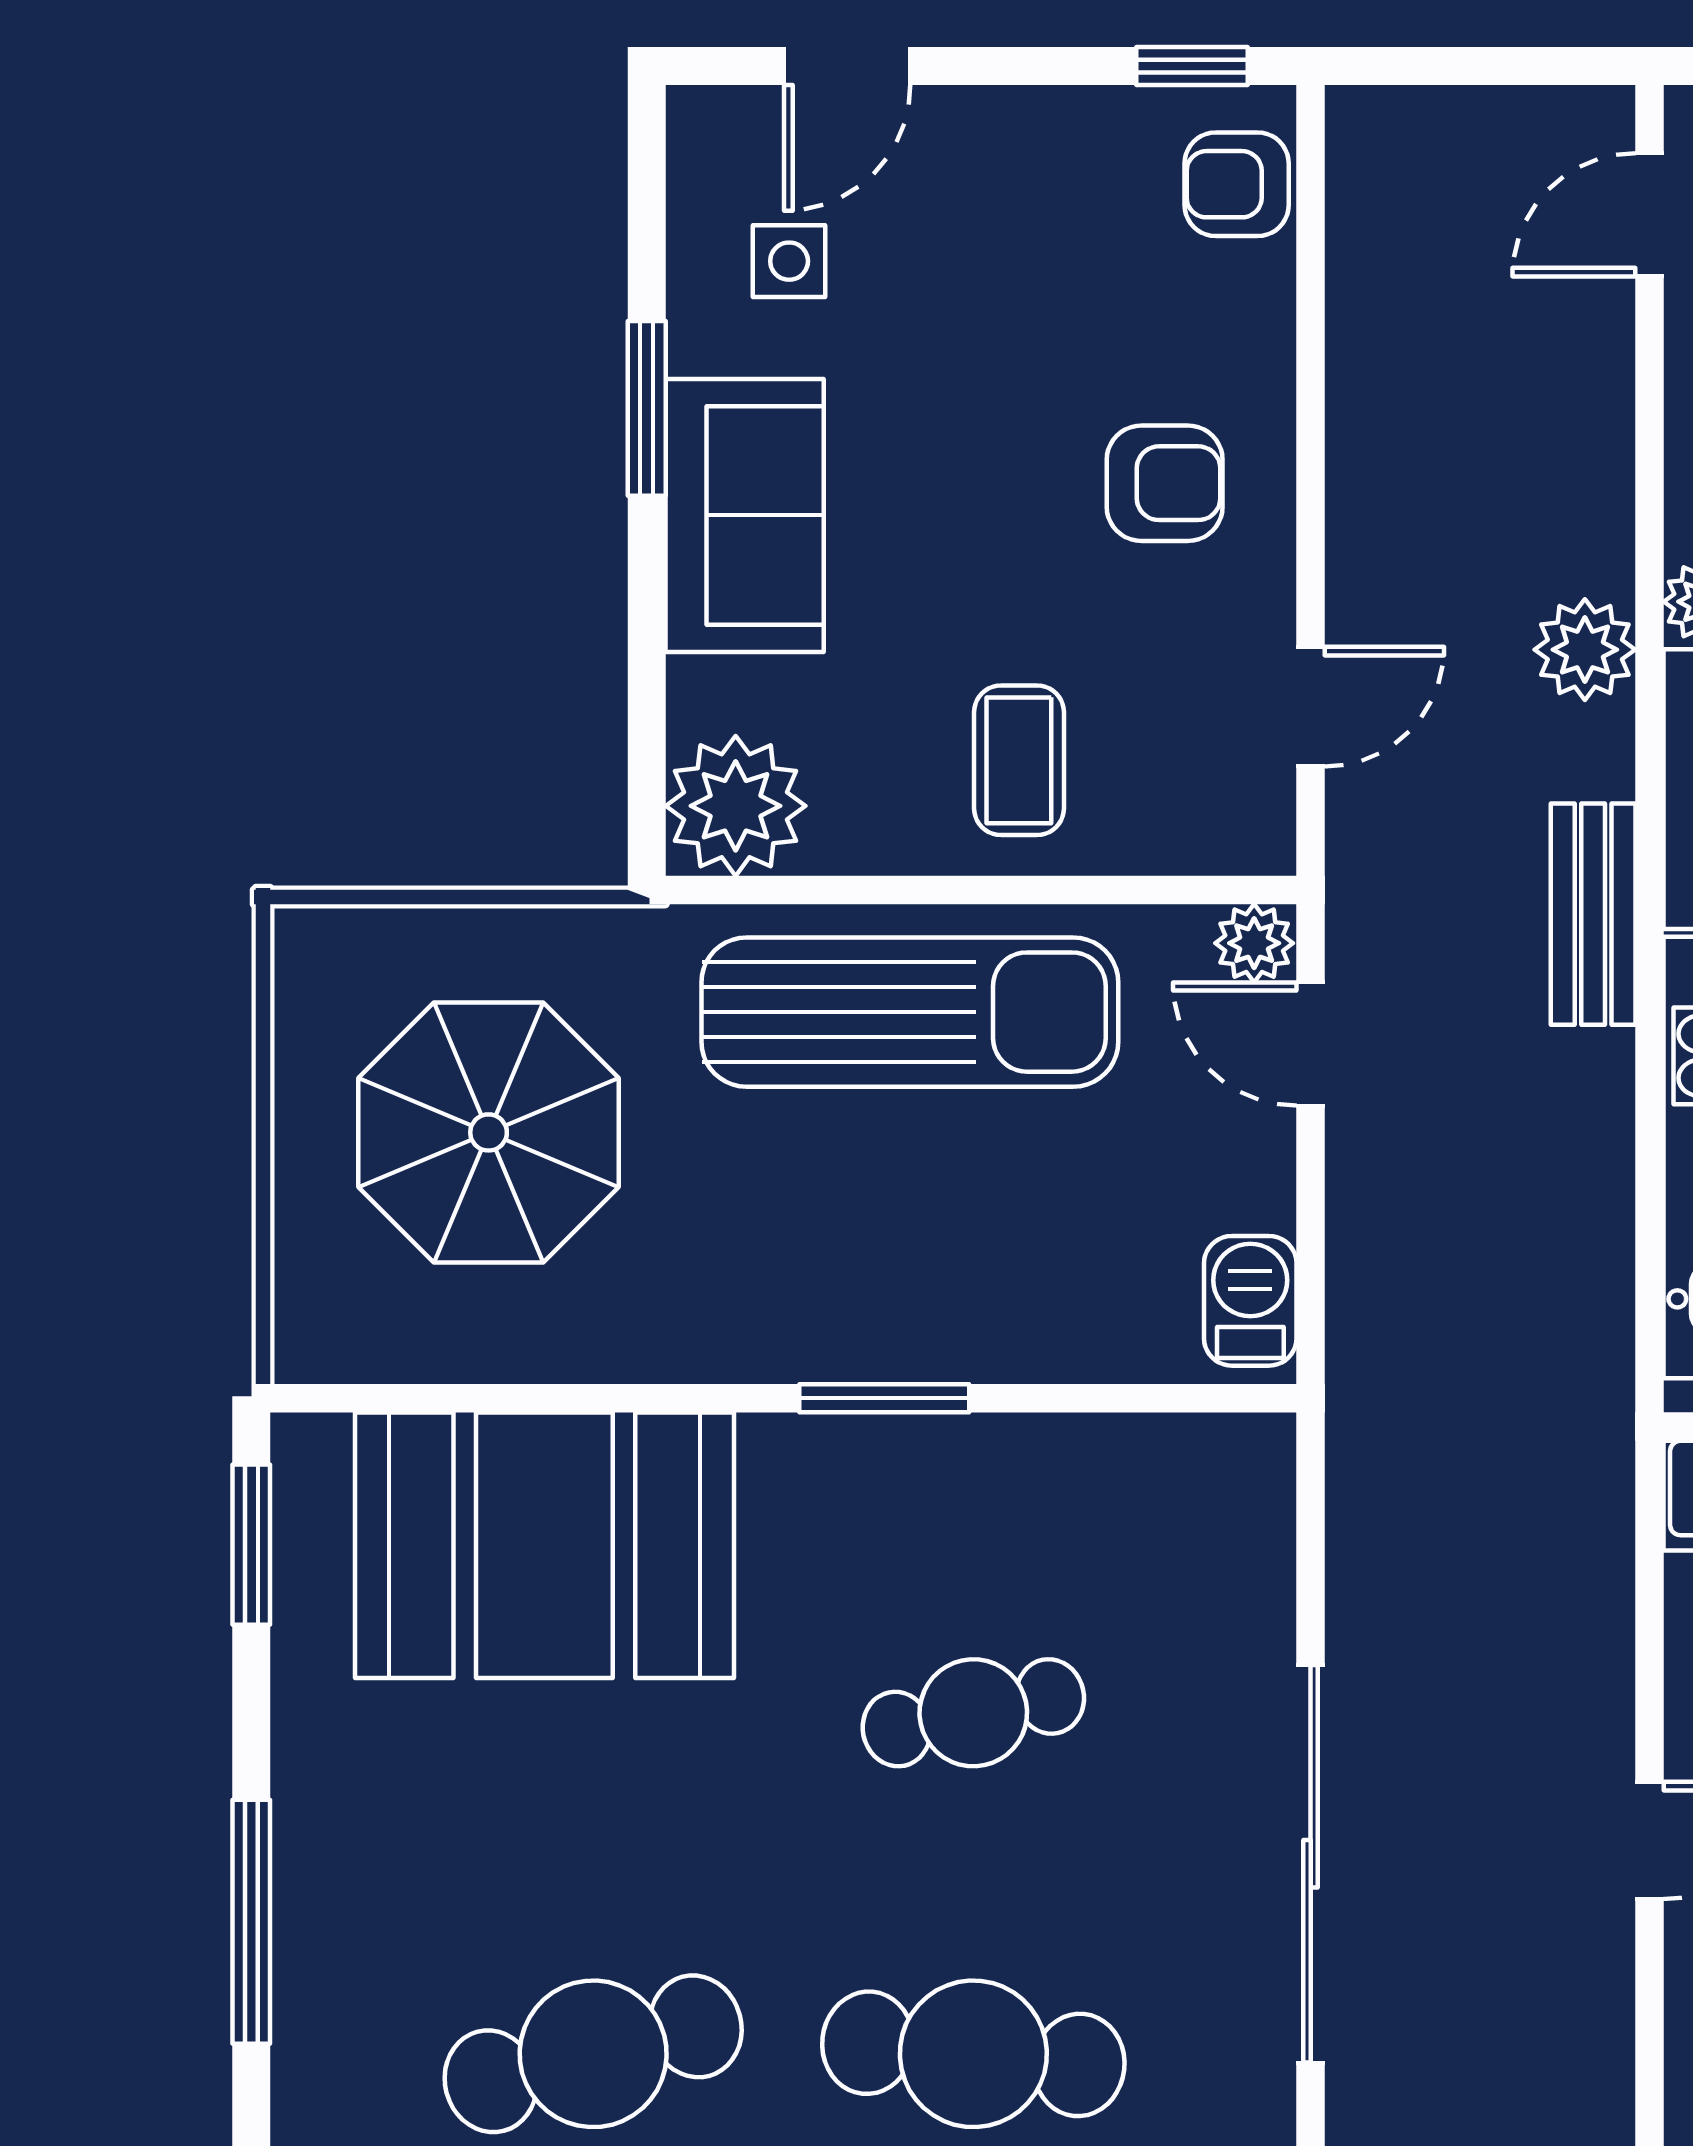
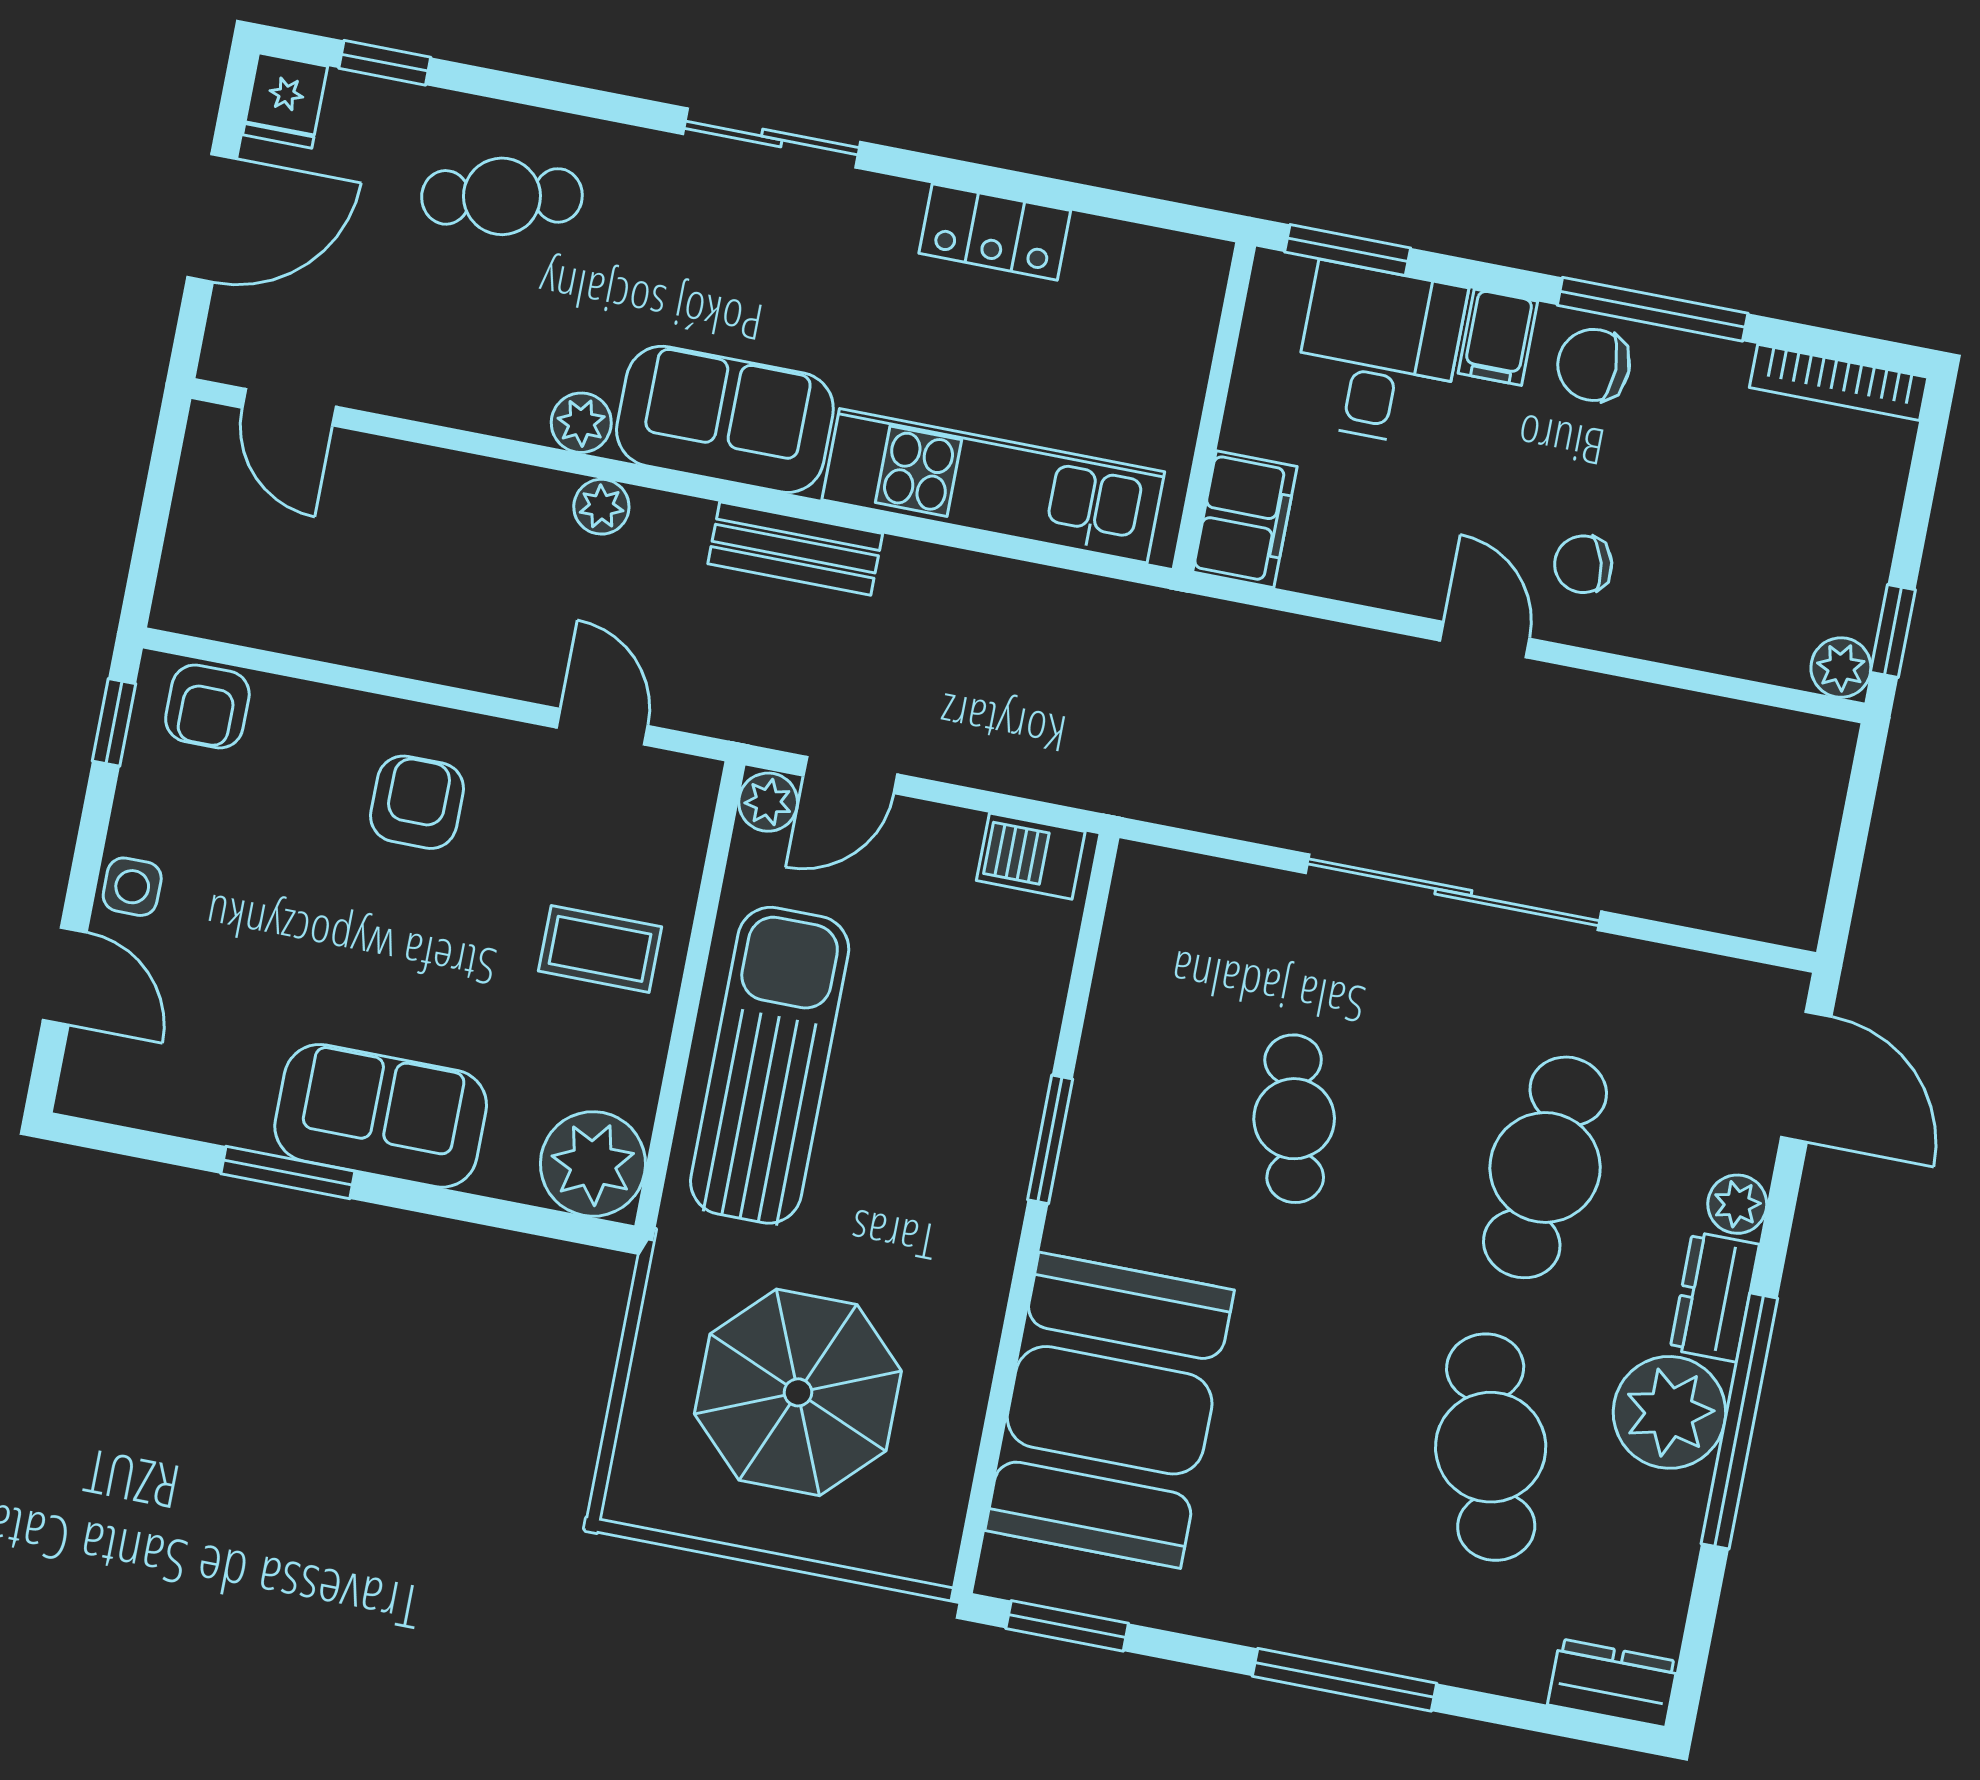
side table: (789, 261) -> (132, 887), moved
plant: (1585, 650) -> (601, 507), width x0.73, depth x0.73

